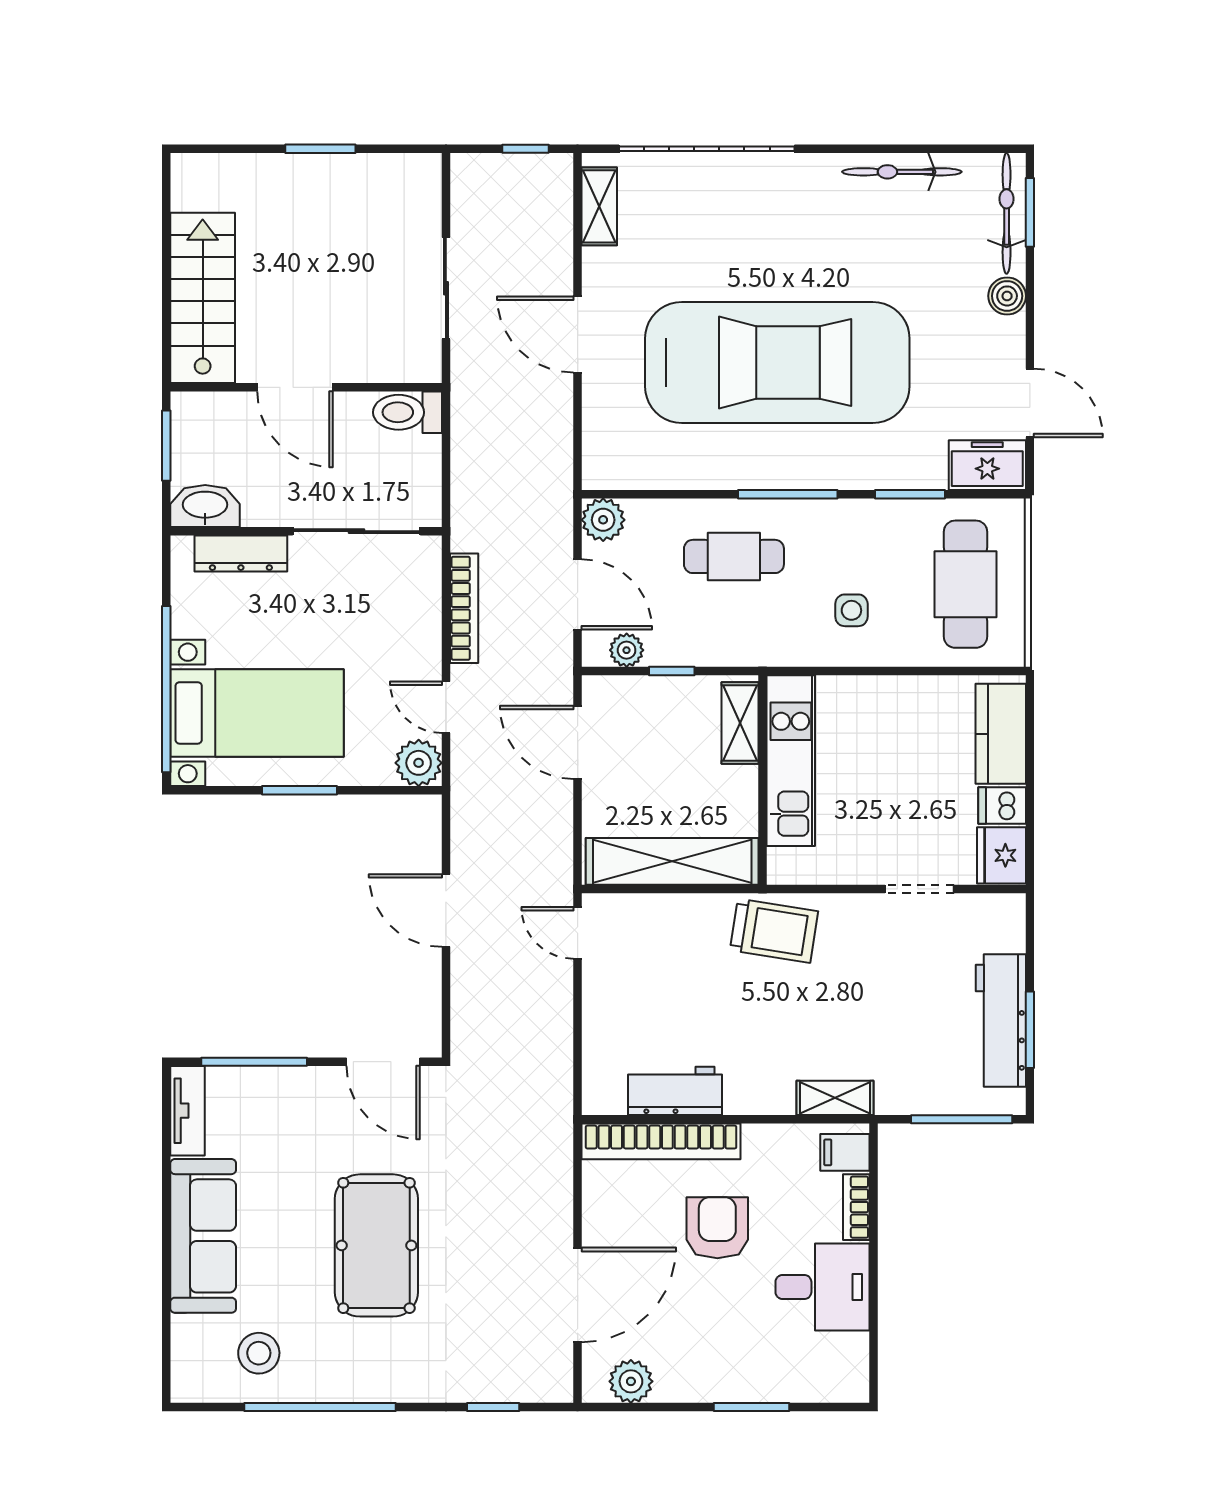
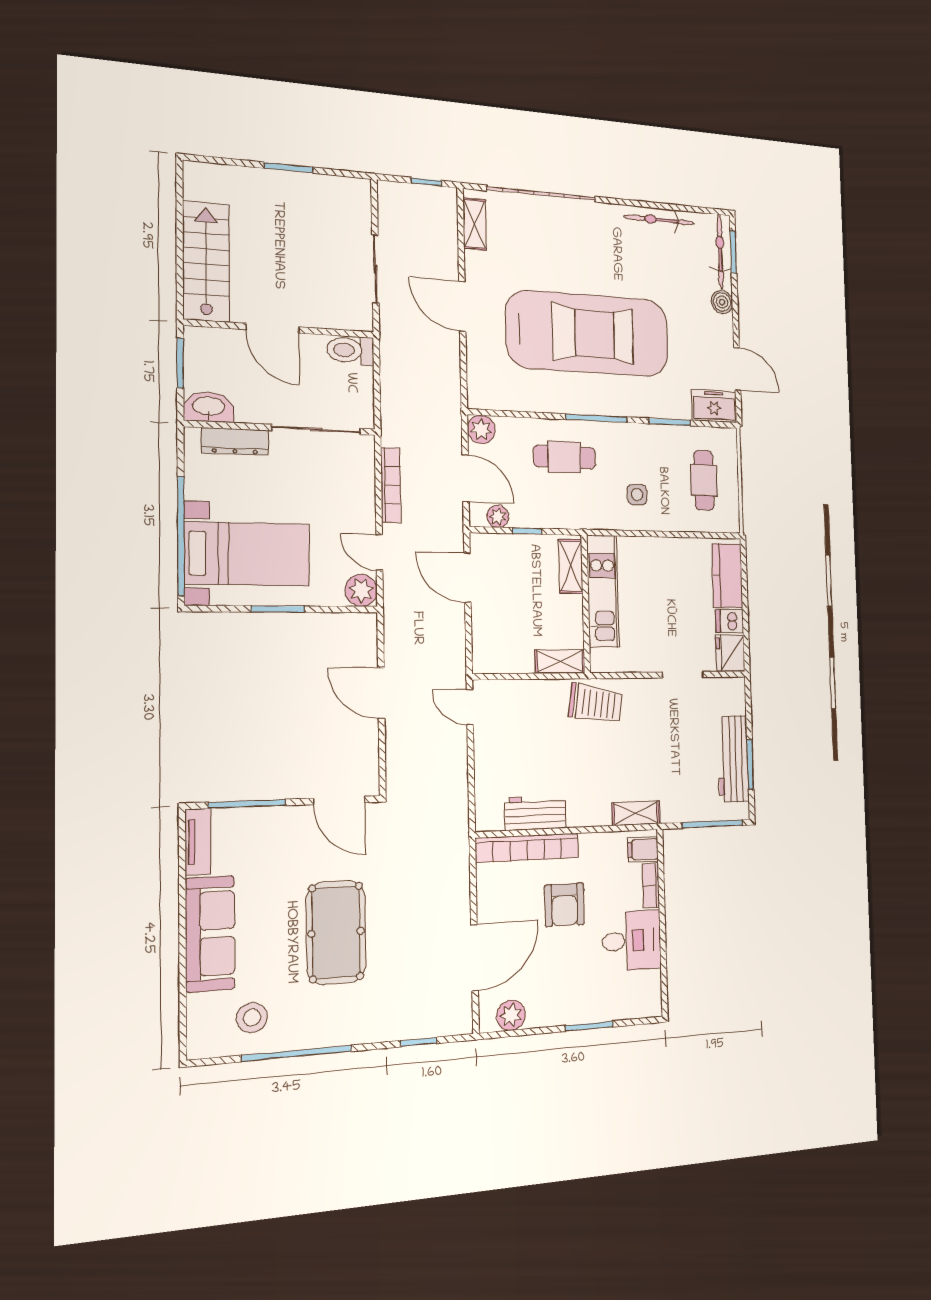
cafe table: (966, 584) -> (704, 480), width x0.73, depth x0.74
shelving: (672, 861) -> (560, 662), width x0.45, depth x0.75
armchair: (717, 1228) -> (565, 905), turned 180

